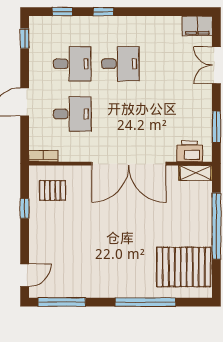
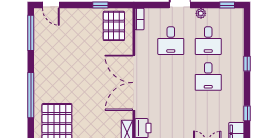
window: (62, 12) -> (247, 113), moved
plant: (36, 74) -> (201, 13), added
pallet: (53, 190) -> (114, 26), width x1.50, depth x1.42

